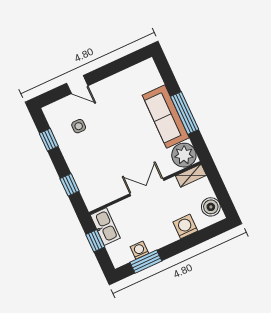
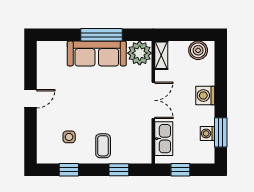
door: (77, 85) -> (31, 99), moved
coffee table: (85, 161) -> (103, 146), added
double door: (147, 187) -> (153, 100), swing flipped
washing machine: (185, 226) -> (205, 95), moved
kitchen sink: (105, 227) -> (164, 139), moved, turned 90

